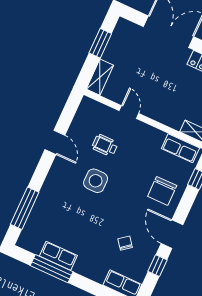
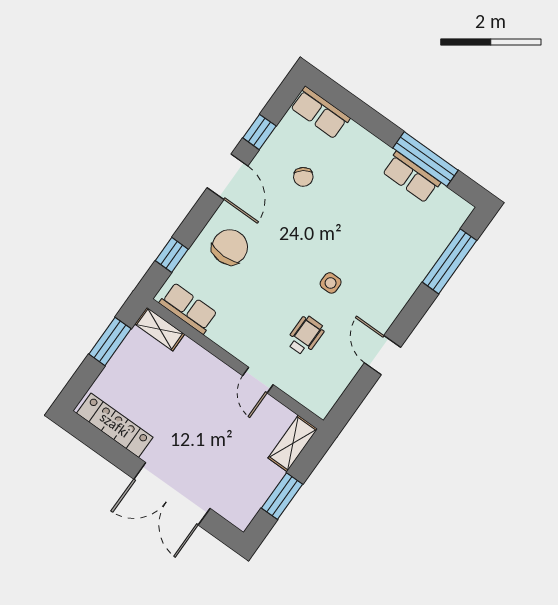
wheelchair: (105, 145) -> (305, 335), turned -90
side table: (96, 181) -> (331, 283), width x0.54, depth x0.54

